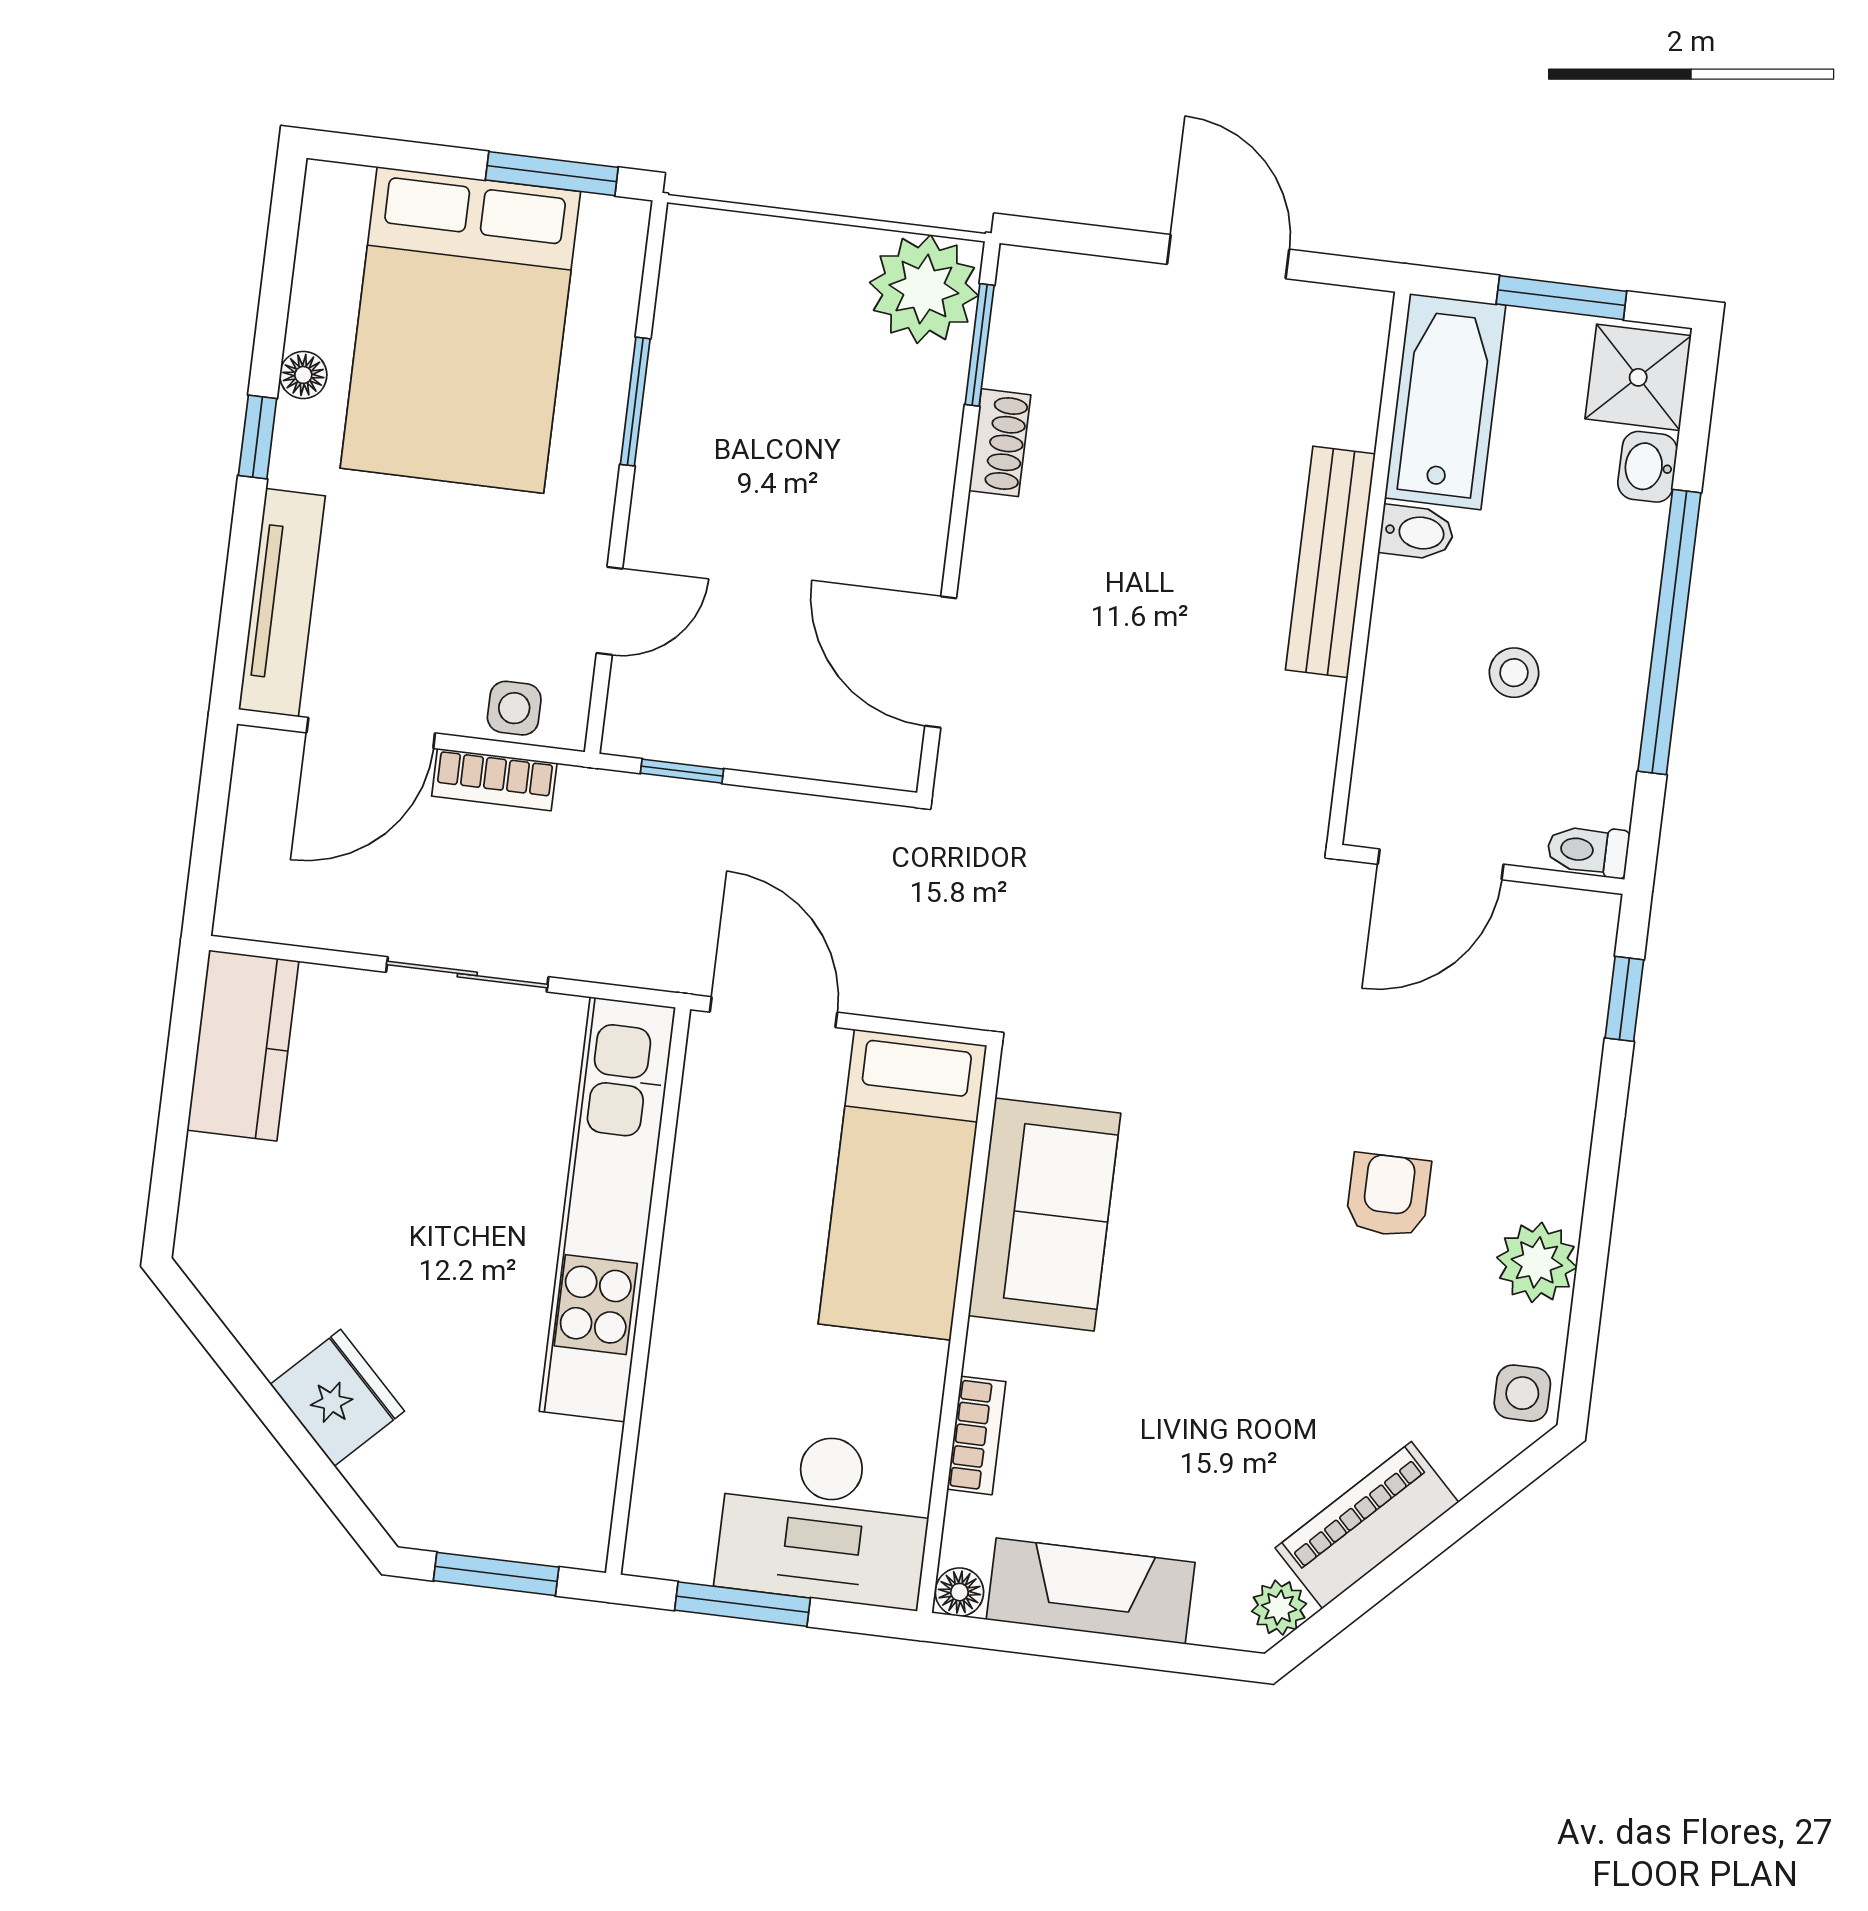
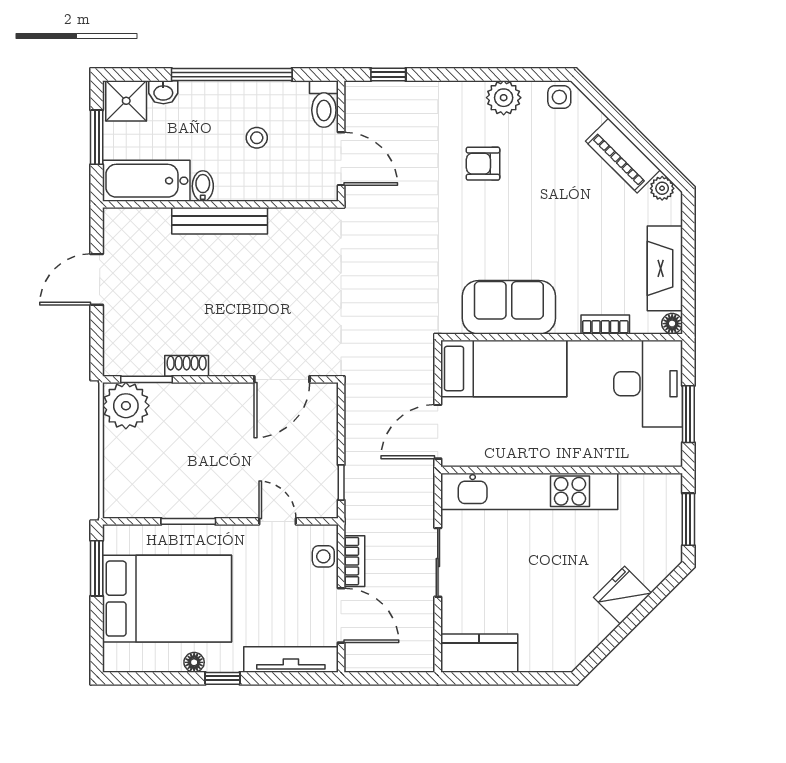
toilet: (1588, 851) -> (324, 104), width x1.37, depth x1.39

